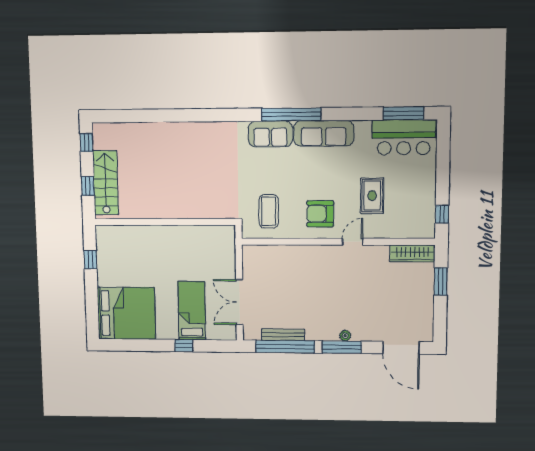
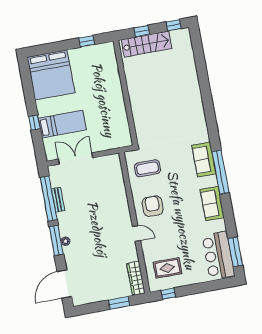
sofa: (324, 133) -> (212, 204), width x0.73
rug: (372, 196) -> (167, 268), moved
bench: (283, 335) -> (58, 200), width x0.73

